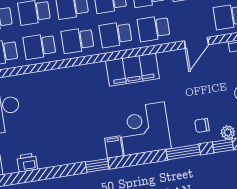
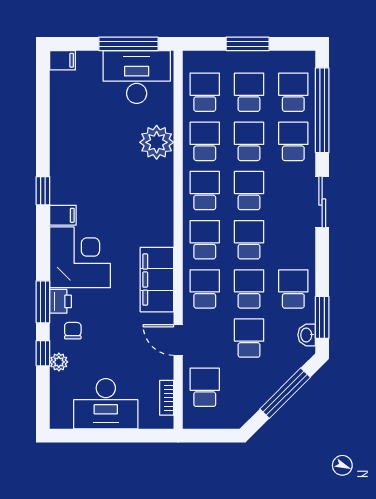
filing cabinet: (132, 70) -> (157, 280), moved
plant: (46, 83) -> (157, 142), added
printer: (27, 163) -> (61, 301), moved

